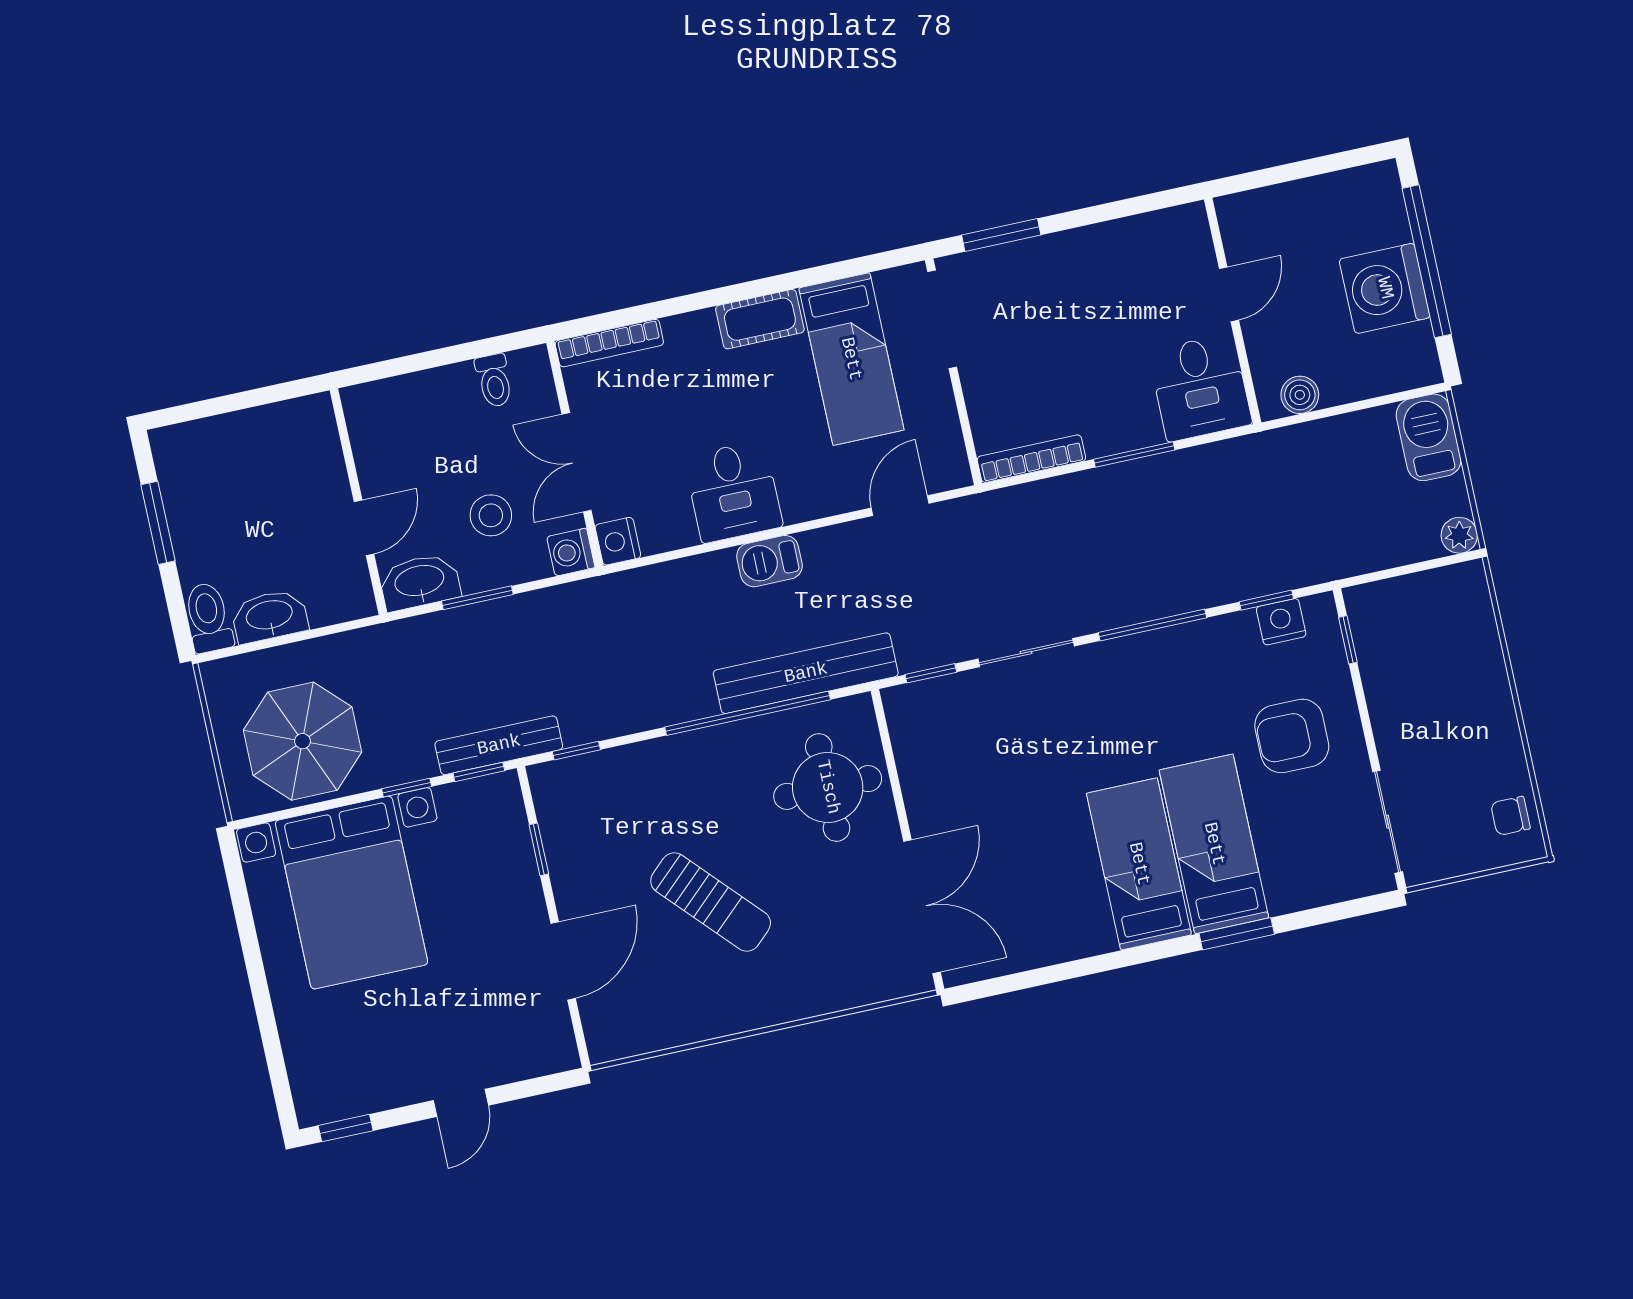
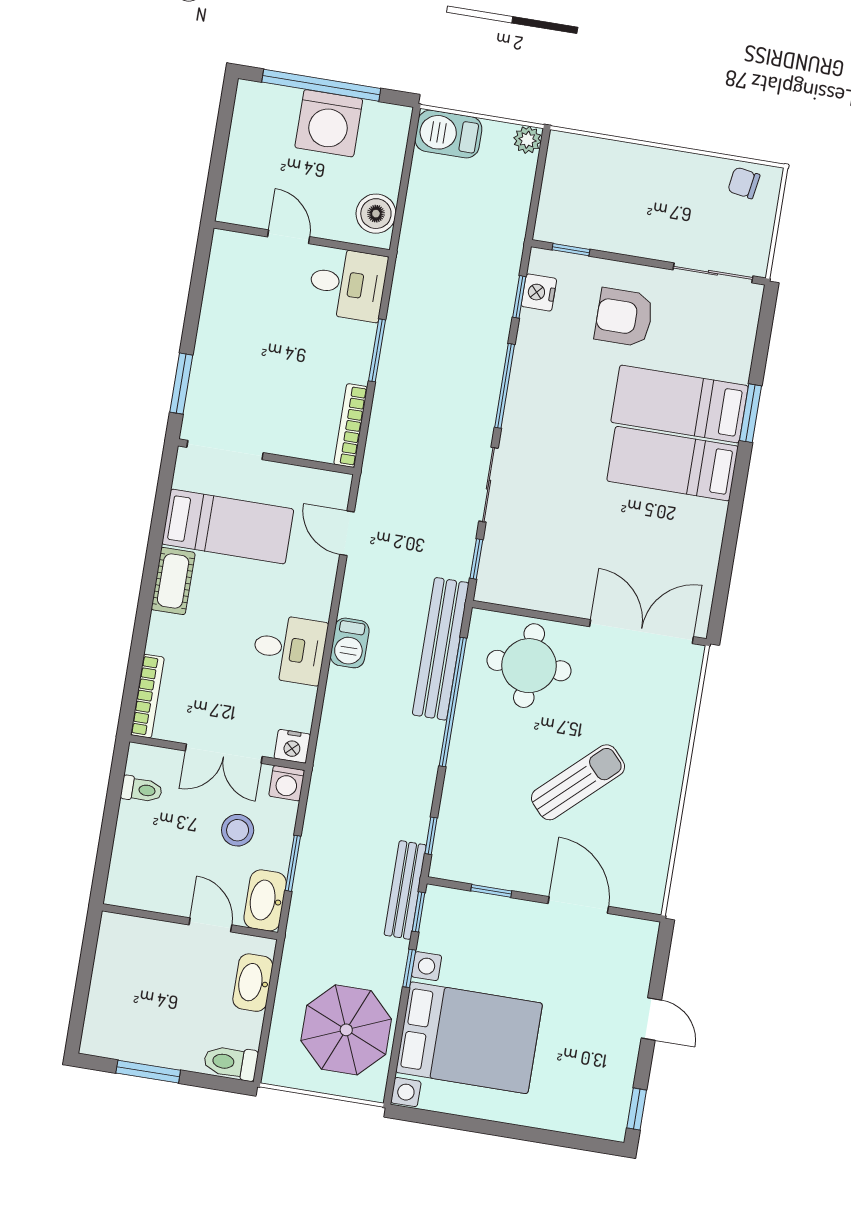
boiler: (1300, 395) -> (376, 214), width x1.36, depth x1.36
washbasin: (270, 616) -> (253, 983), moved
armchair: (1292, 736) -> (624, 317), turned 90
chair: (1510, 816) -> (744, 183), turned 99

